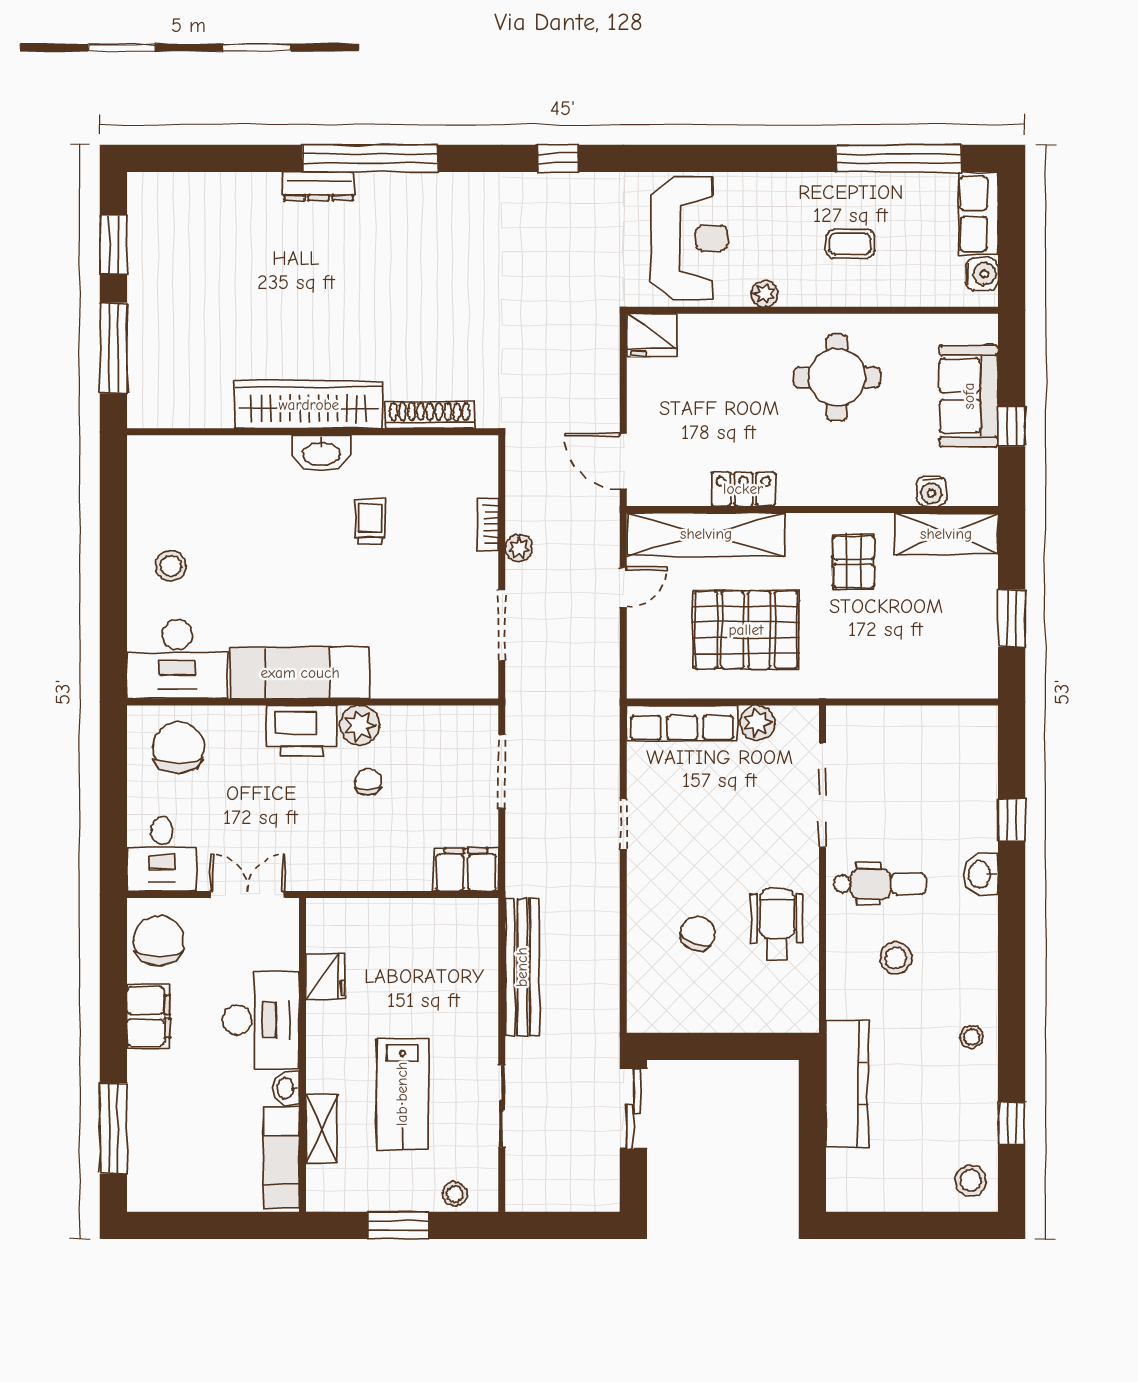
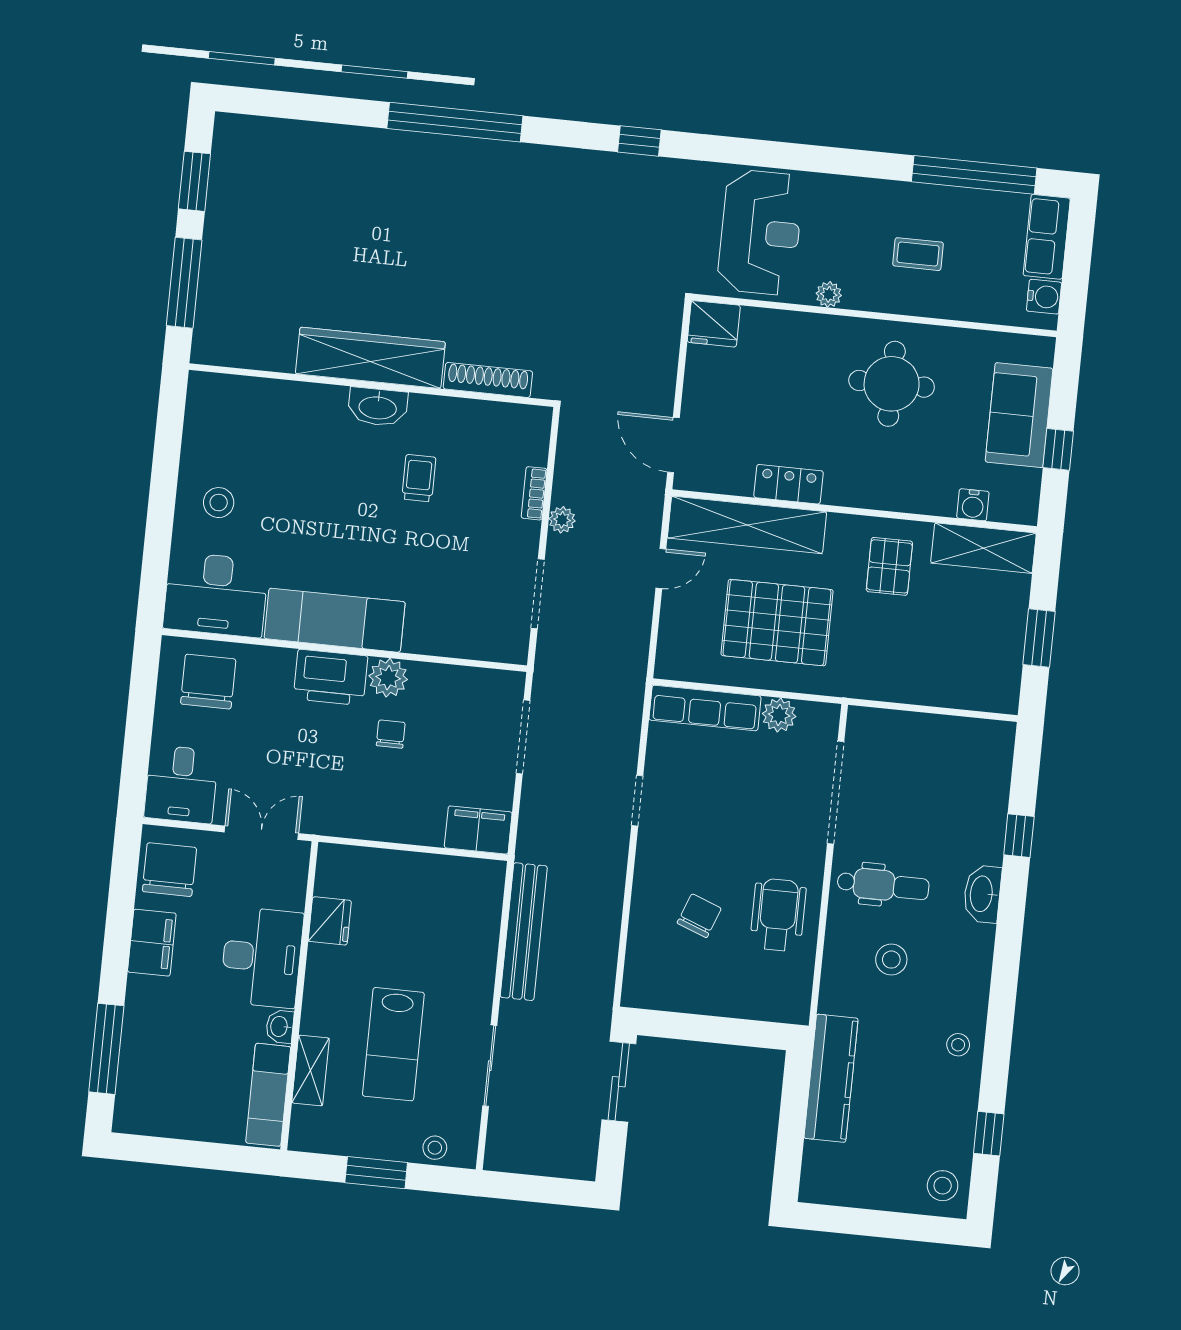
dresser: (319, 186) -> (402, 144), removed
washbasin: (981, 874) -> (982, 894), width x1.38

